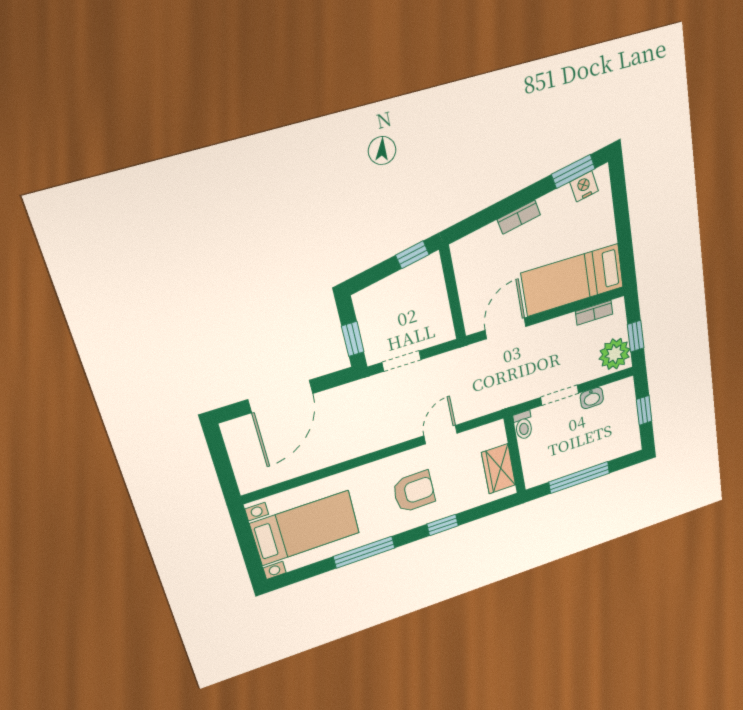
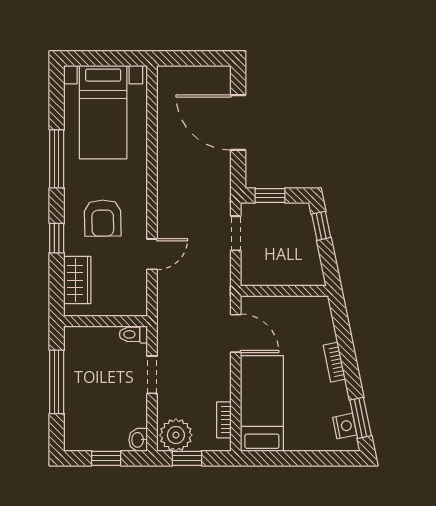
window: (412, 255) -> (321, 226), moved
washbasin: (592, 398) -> (138, 440), moved
door: (440, 435) -> (152, 254), hinge flipped
wardrobe: (499, 469) -> (77, 280), moved, turned 90

